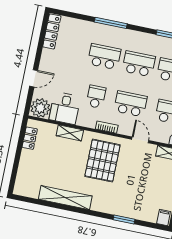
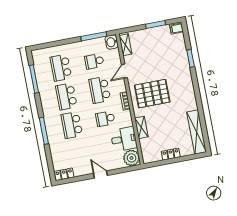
locker: (52, 31) -> (64, 174), width x0.66
door: (34, 78) -> (100, 174), moved
locker: (30, 138) -> (171, 154), moved
shelving: (65, 198) -> (197, 132), moved

